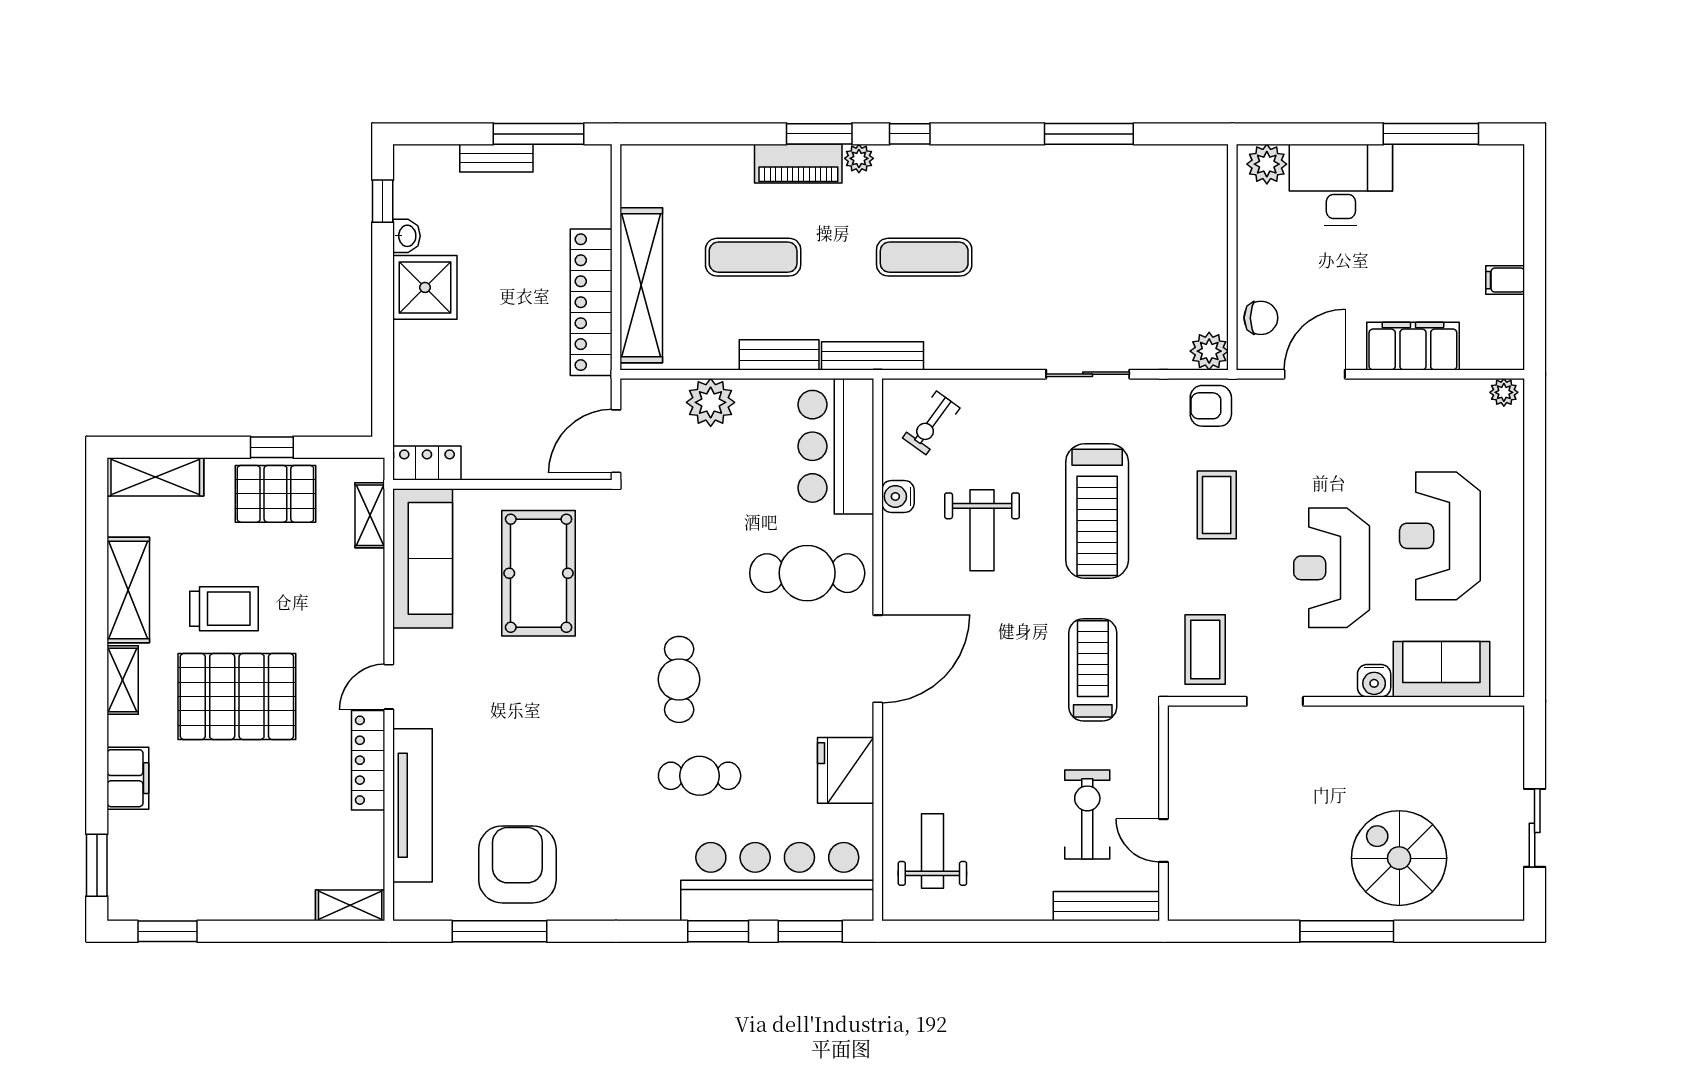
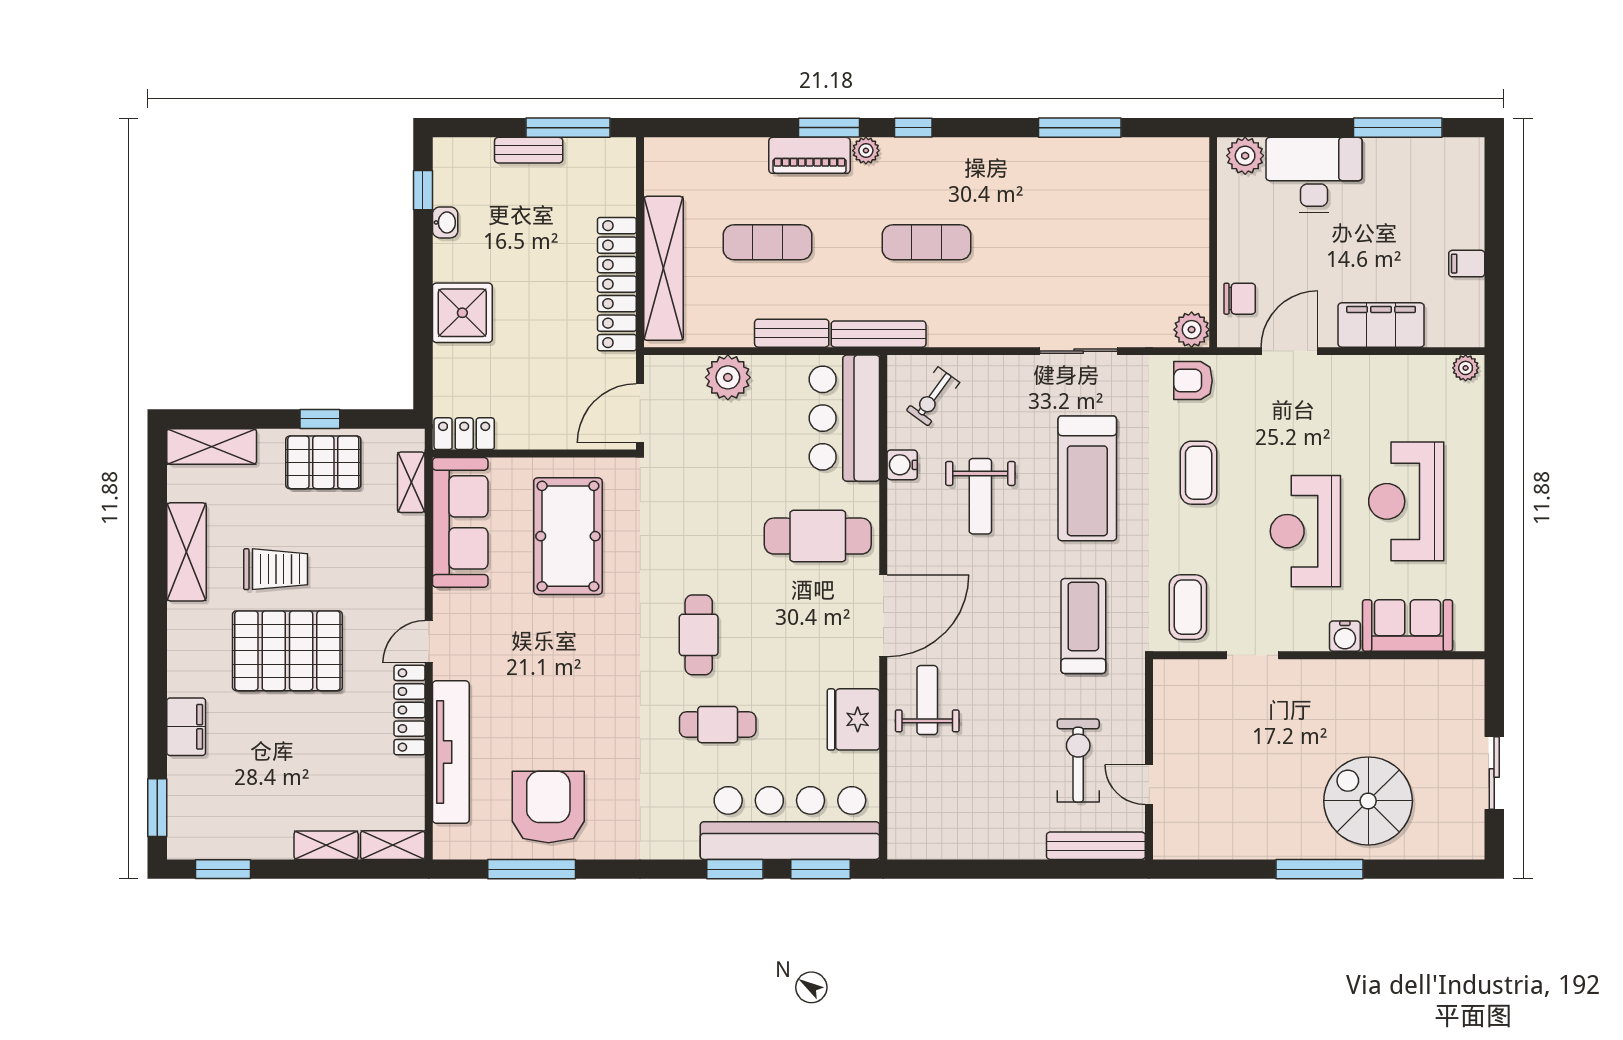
shower: (425, 287) -> (462, 313), moved
shelving: (123, 680) -> (326, 845), moved, turned 90
weight bench: (932, 851) -> (927, 700), moved

